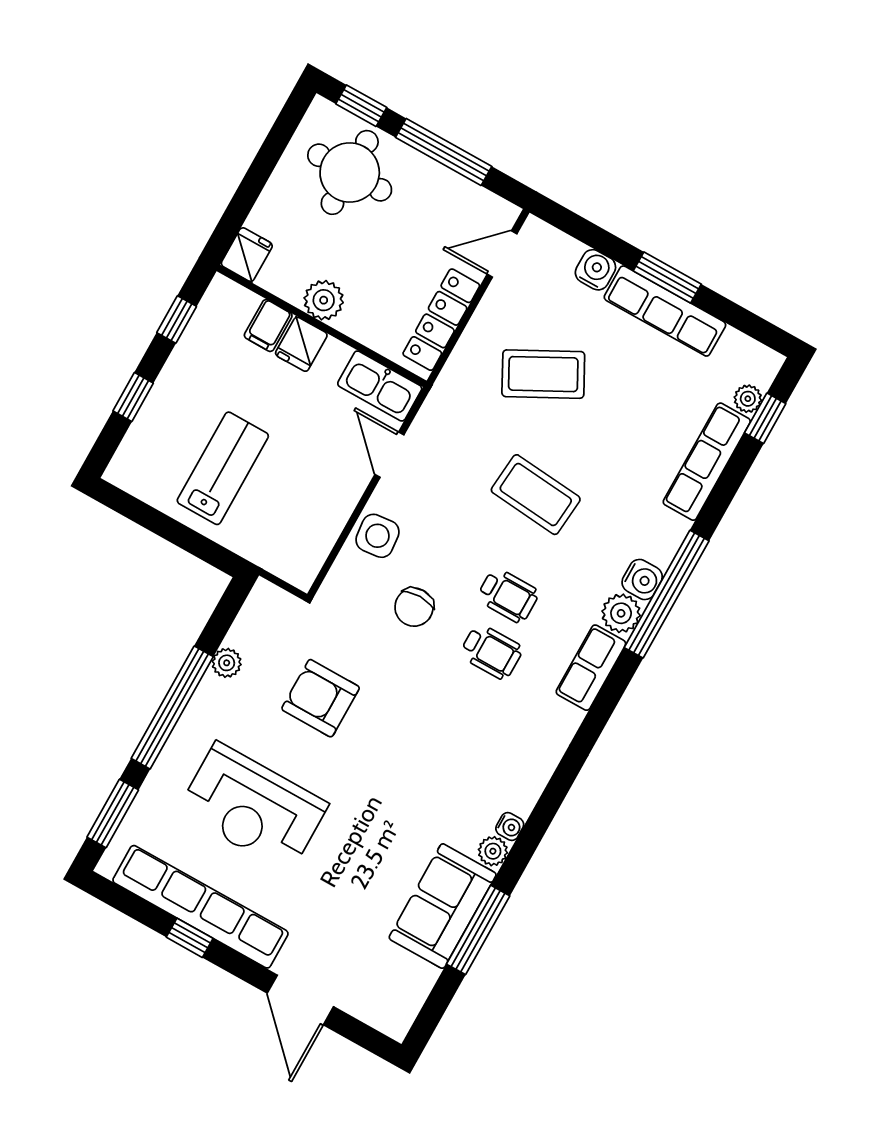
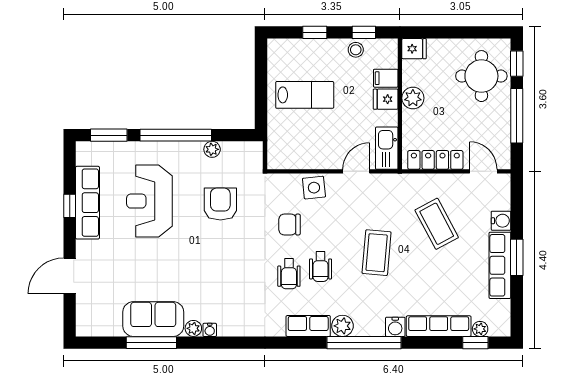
stool: (197, 348) -> (356, 50), added
water cooler: (642, 579) -> (395, 327), moved
row of seats: (200, 907) -> (87, 203), width x0.73

